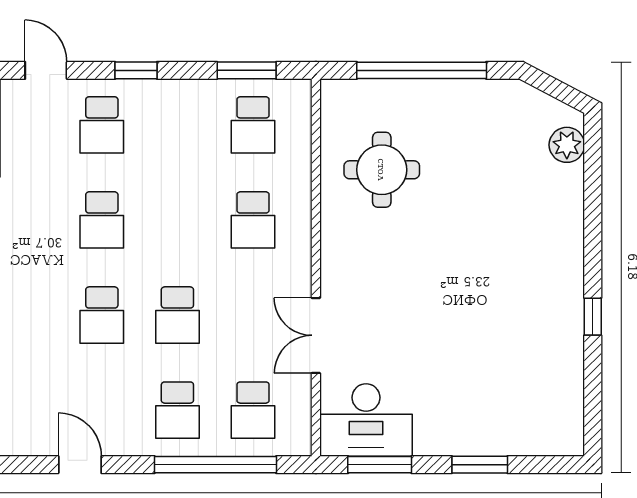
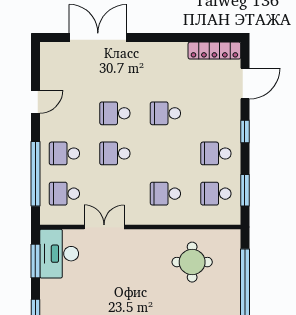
door: (46, 70) -> (245, 84), width x1.38
school desk: (102, 125) -> (216, 153), moved

